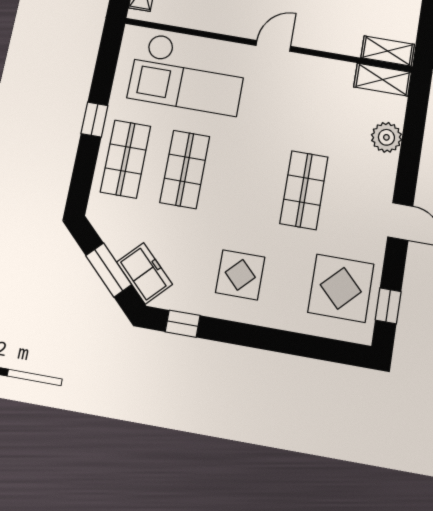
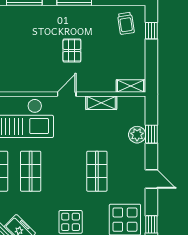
shelving: (383, 80) -> (101, 103), moved
window: (412, 141) -> (151, 134), added

